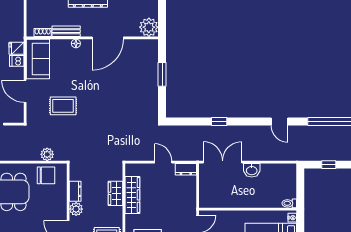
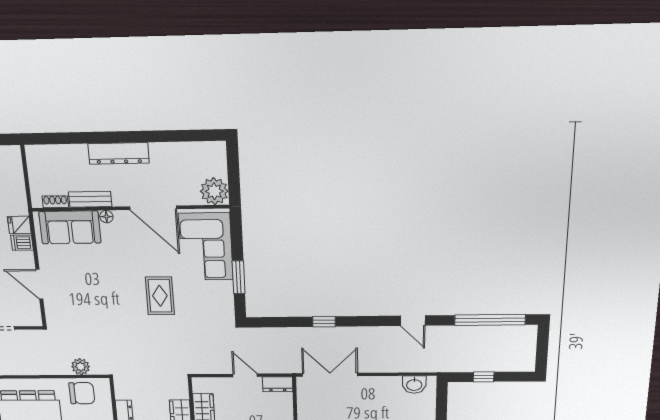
door: (108, 38) -> (153, 208), hinge flipped
sofa: (38, 59) -> (70, 227), moved, turned 90
corner sofa: (141, 66) -> (206, 247), added
window: (162, 74) -> (239, 277), moved
rug: (63, 106) -> (160, 296), moved, turned 90
washbasin: (252, 170) -> (414, 385), moved

